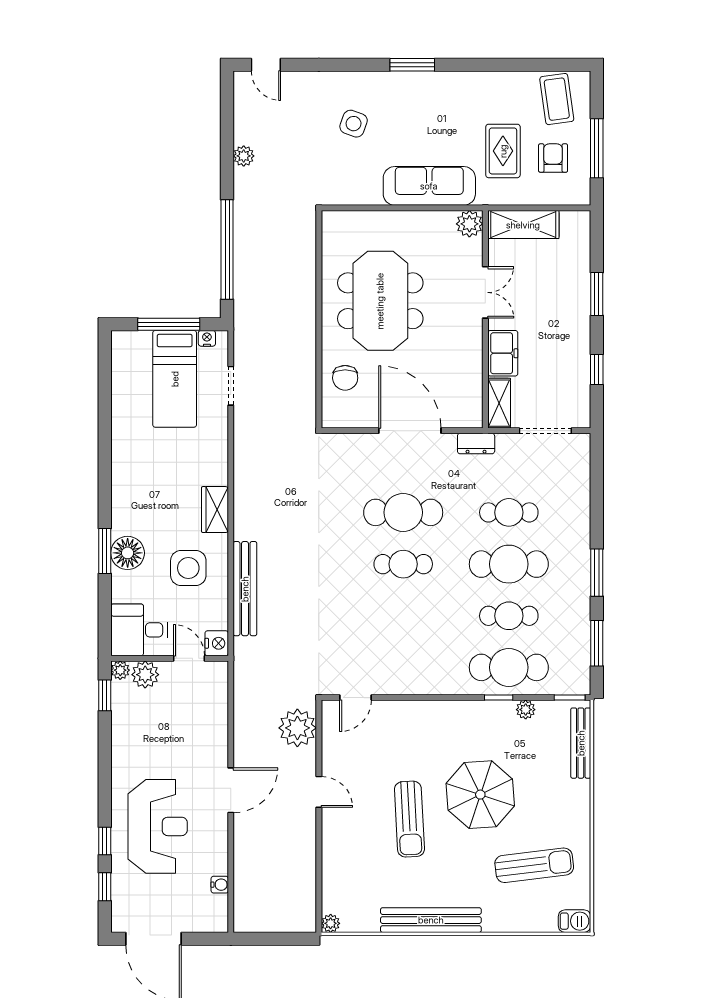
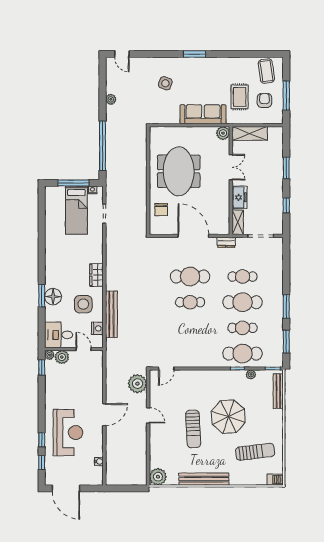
nightstand: (217, 643) -> (97, 328), moved
plant: (331, 923) -> (158, 477), width x1.88, depth x1.88

